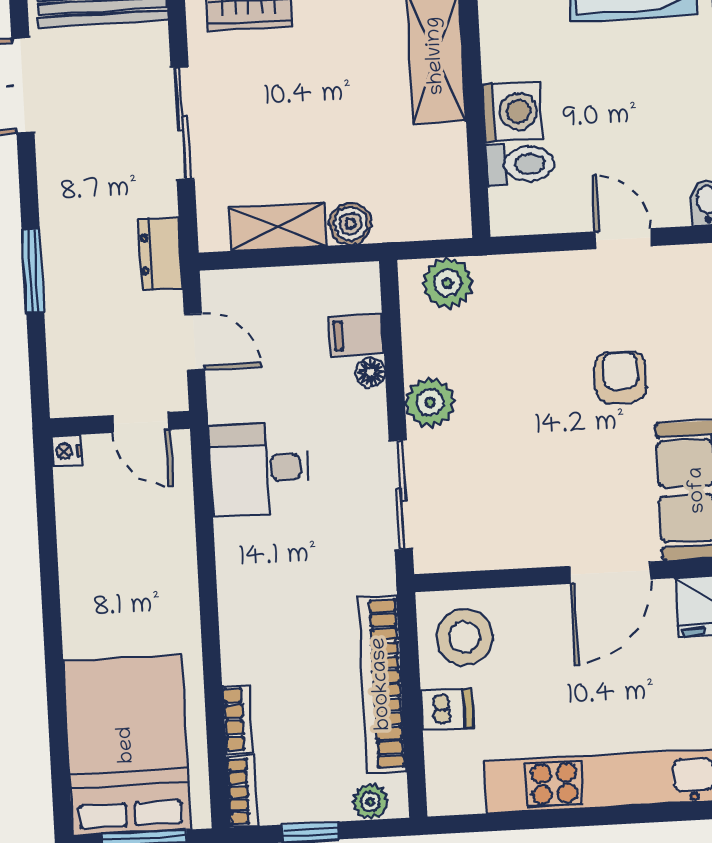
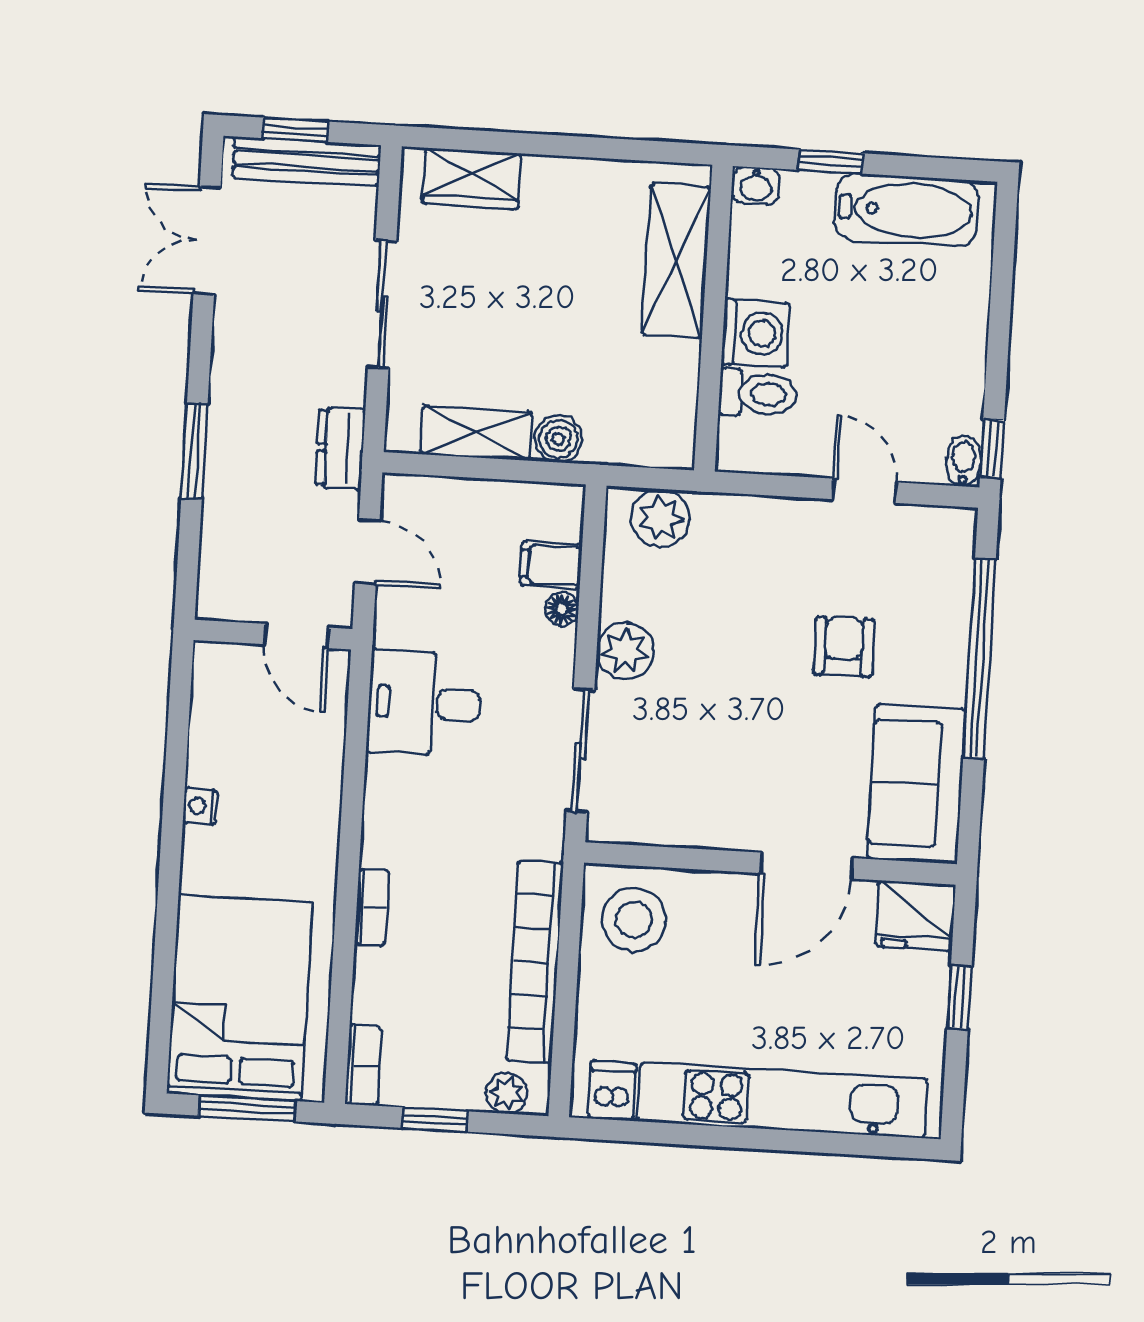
nightstand: (66, 451) -> (200, 806), moved
dishwasher: (447, 709) -> (612, 1091), moved, turned -90
bookcase: (237, 719) -> (372, 908), moved

